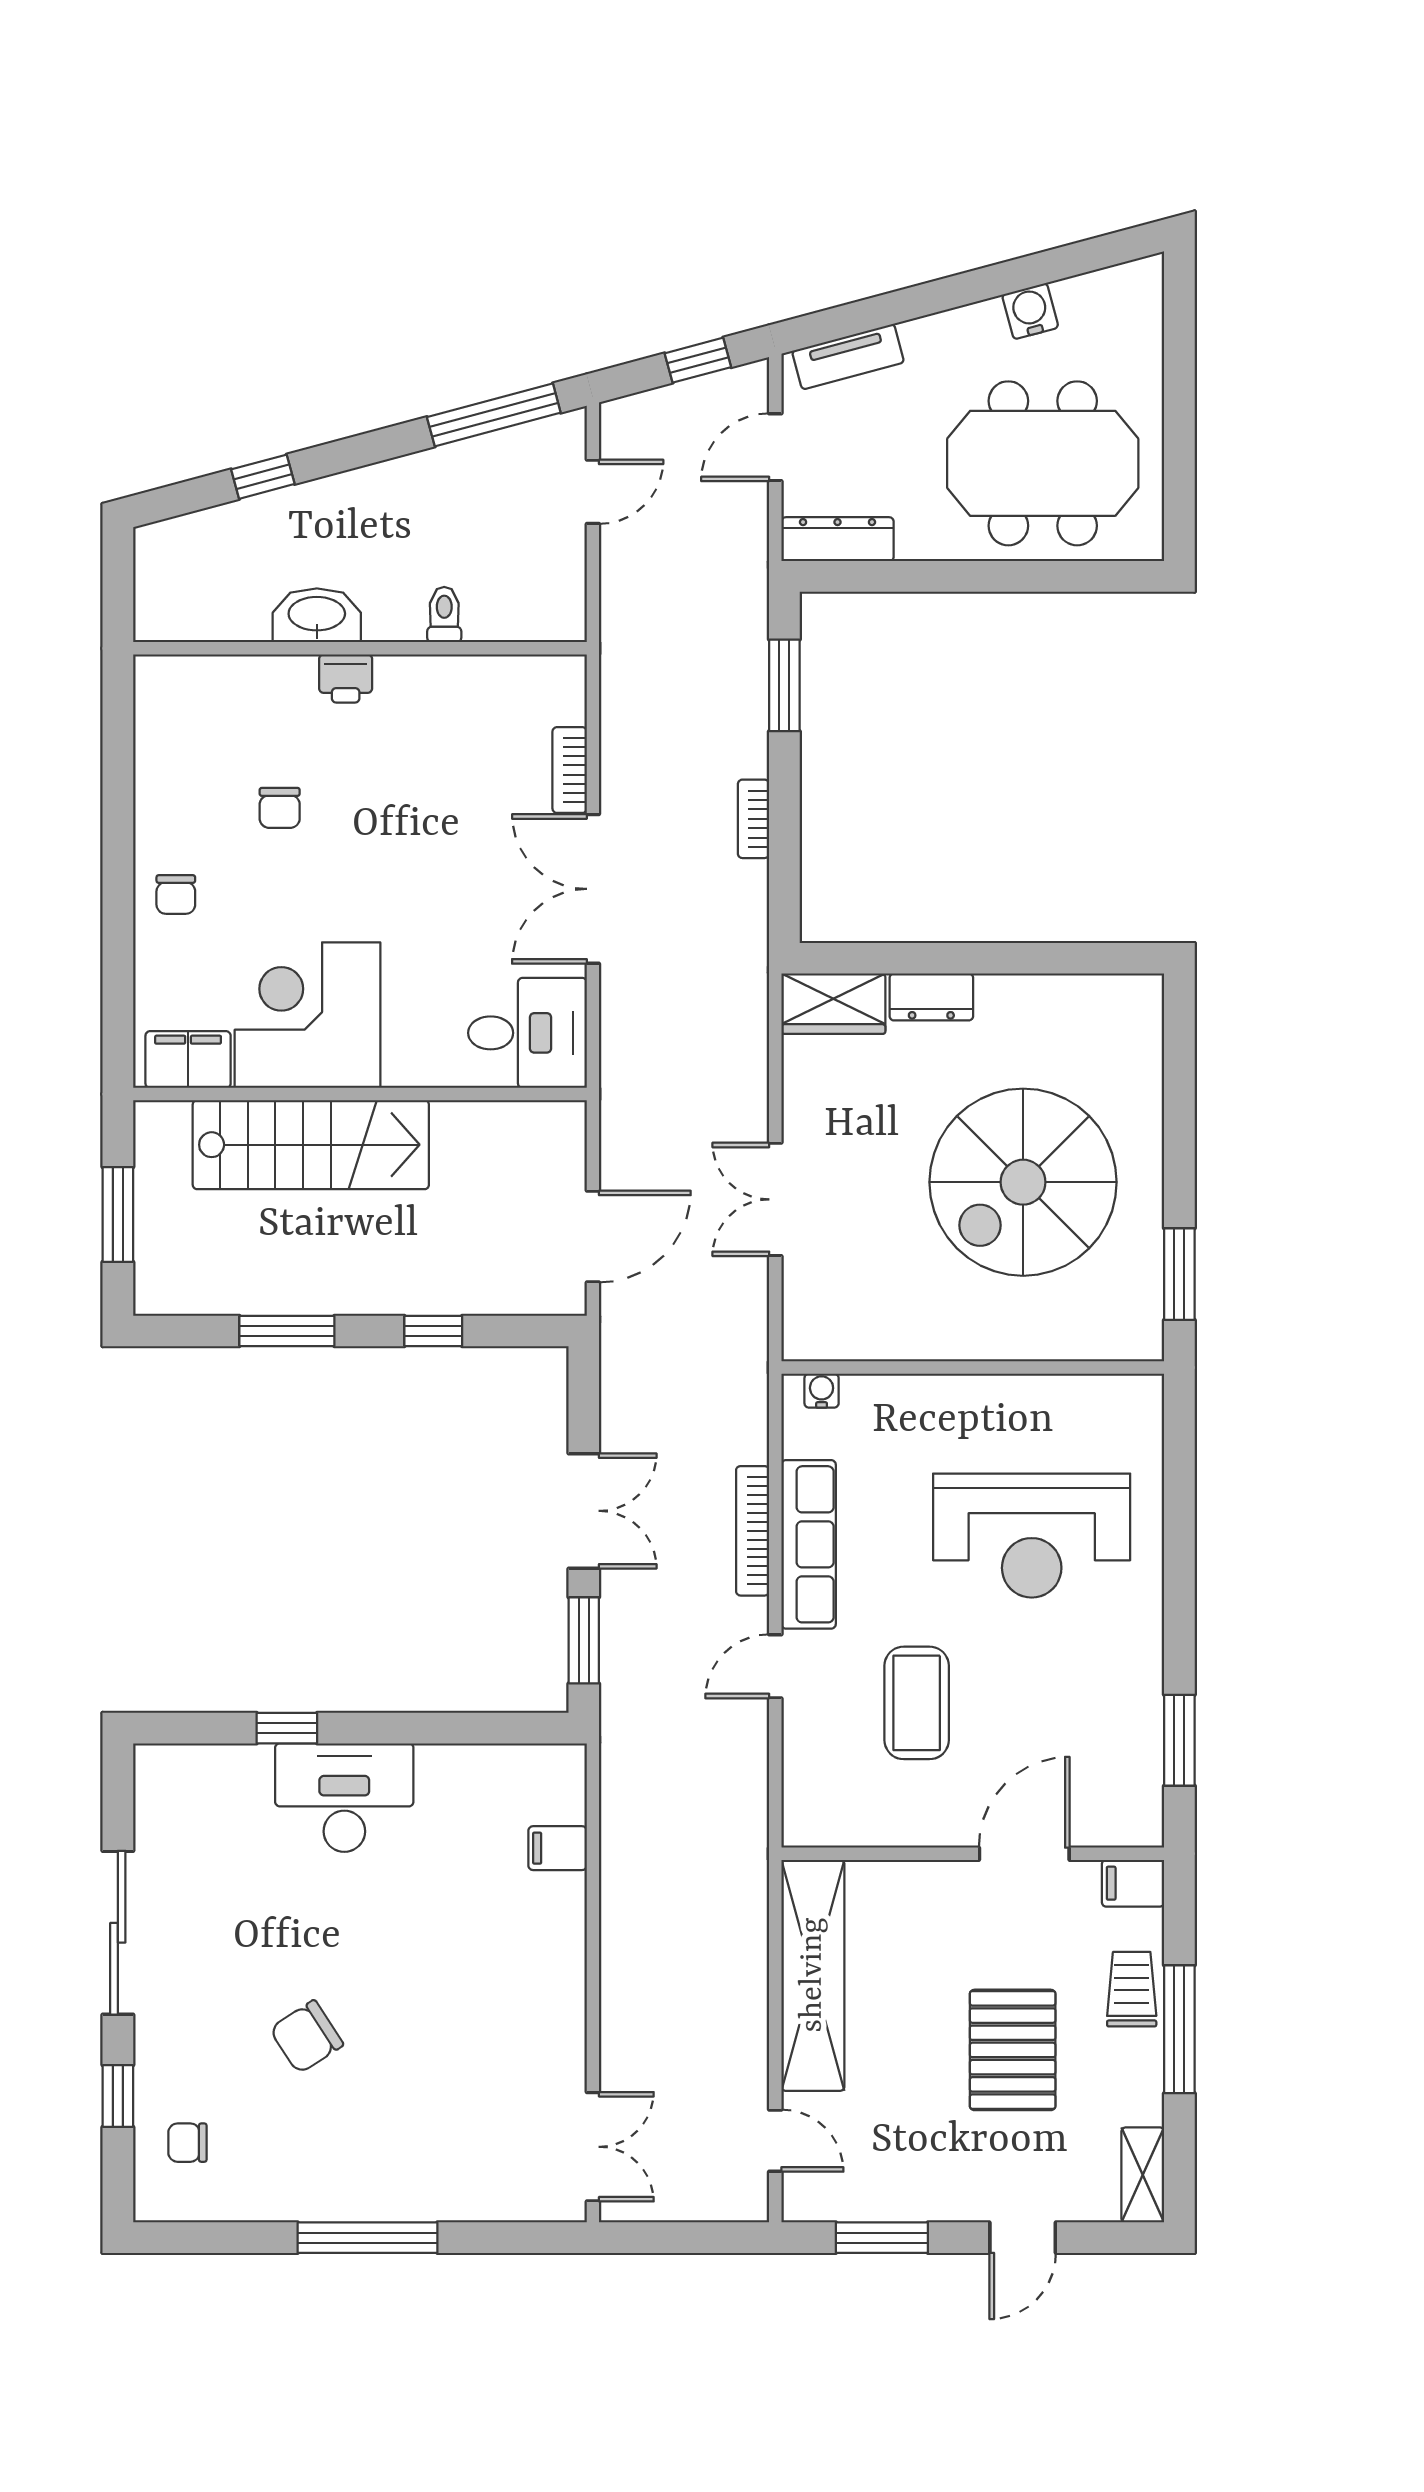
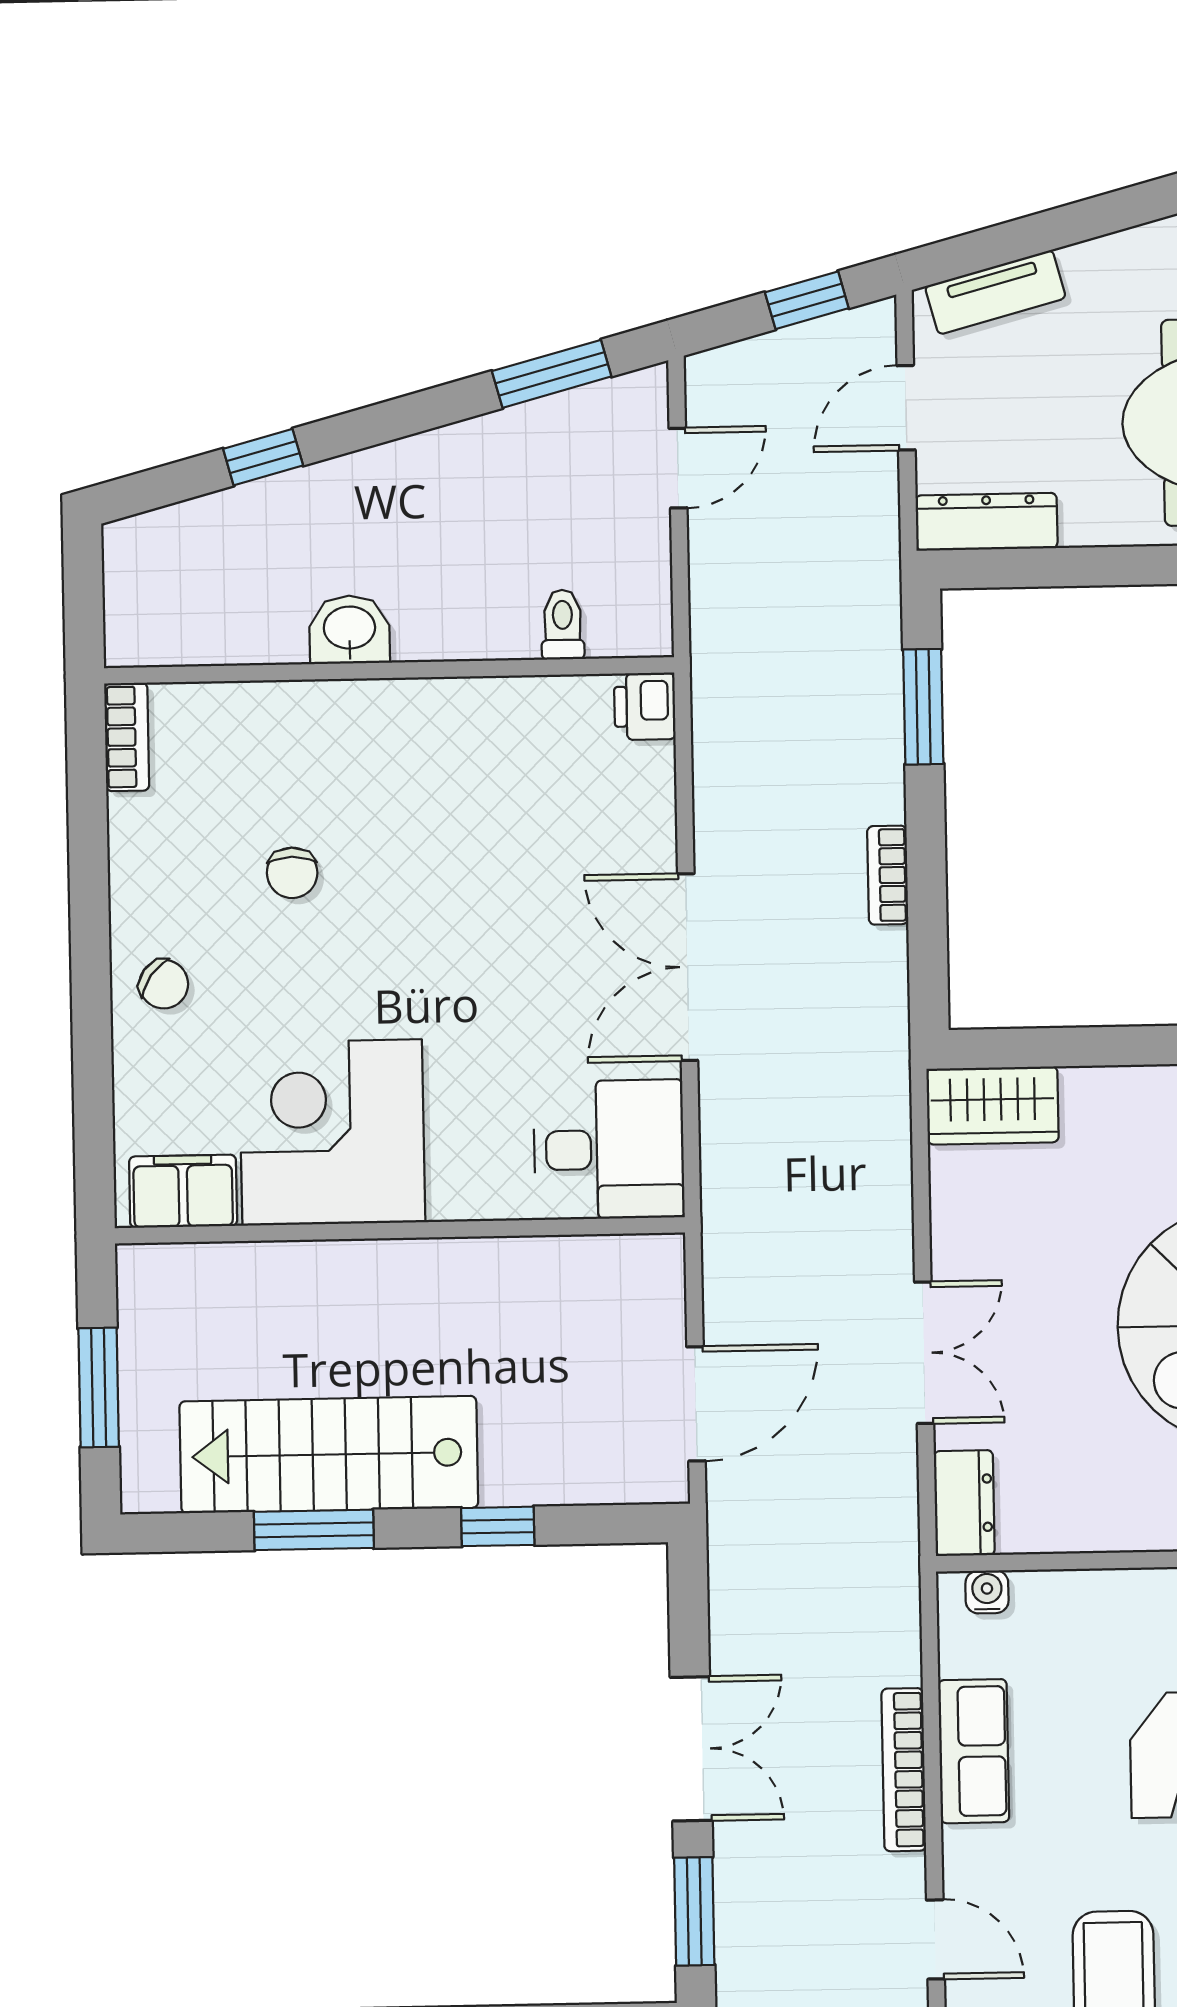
window: (494, 415) -> (552, 374), width x0.69
washbasin: (317, 615) -> (349, 630), width x0.72
toilet: (444, 615) -> (563, 625), moved
printer: (346, 678) -> (645, 706), moved, turned 90
bookcase: (570, 770) -> (127, 737), moved, turned 180
chair: (176, 895) -> (164, 984), turned -54
dresser: (931, 997) -> (964, 1503), moved, turned -90
stairs: (311, 1145) -> (329, 1455), moved, turned 180
double door: (775, 1199) -> (924, 1353), swing flipped
row of seats: (809, 1544) -> (974, 1751), width x0.68
door: (775, 1666) -> (935, 1939), swing flipped

